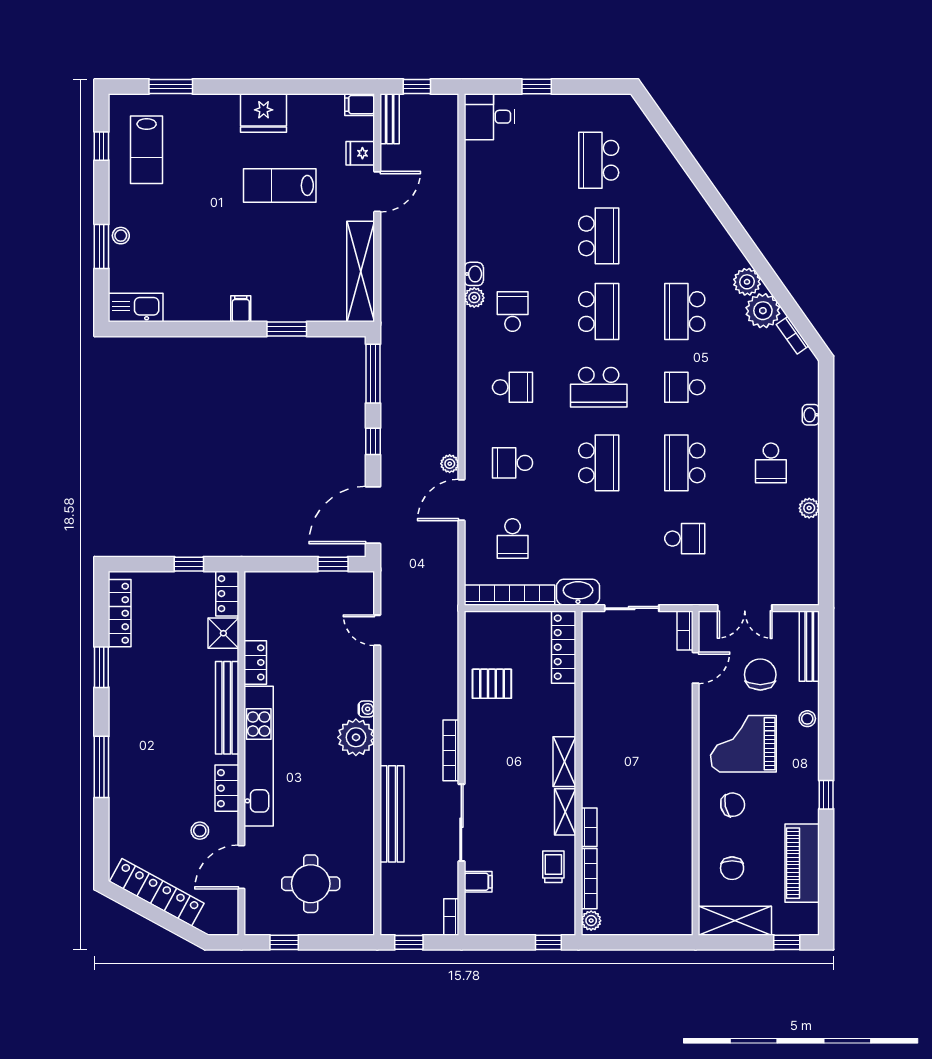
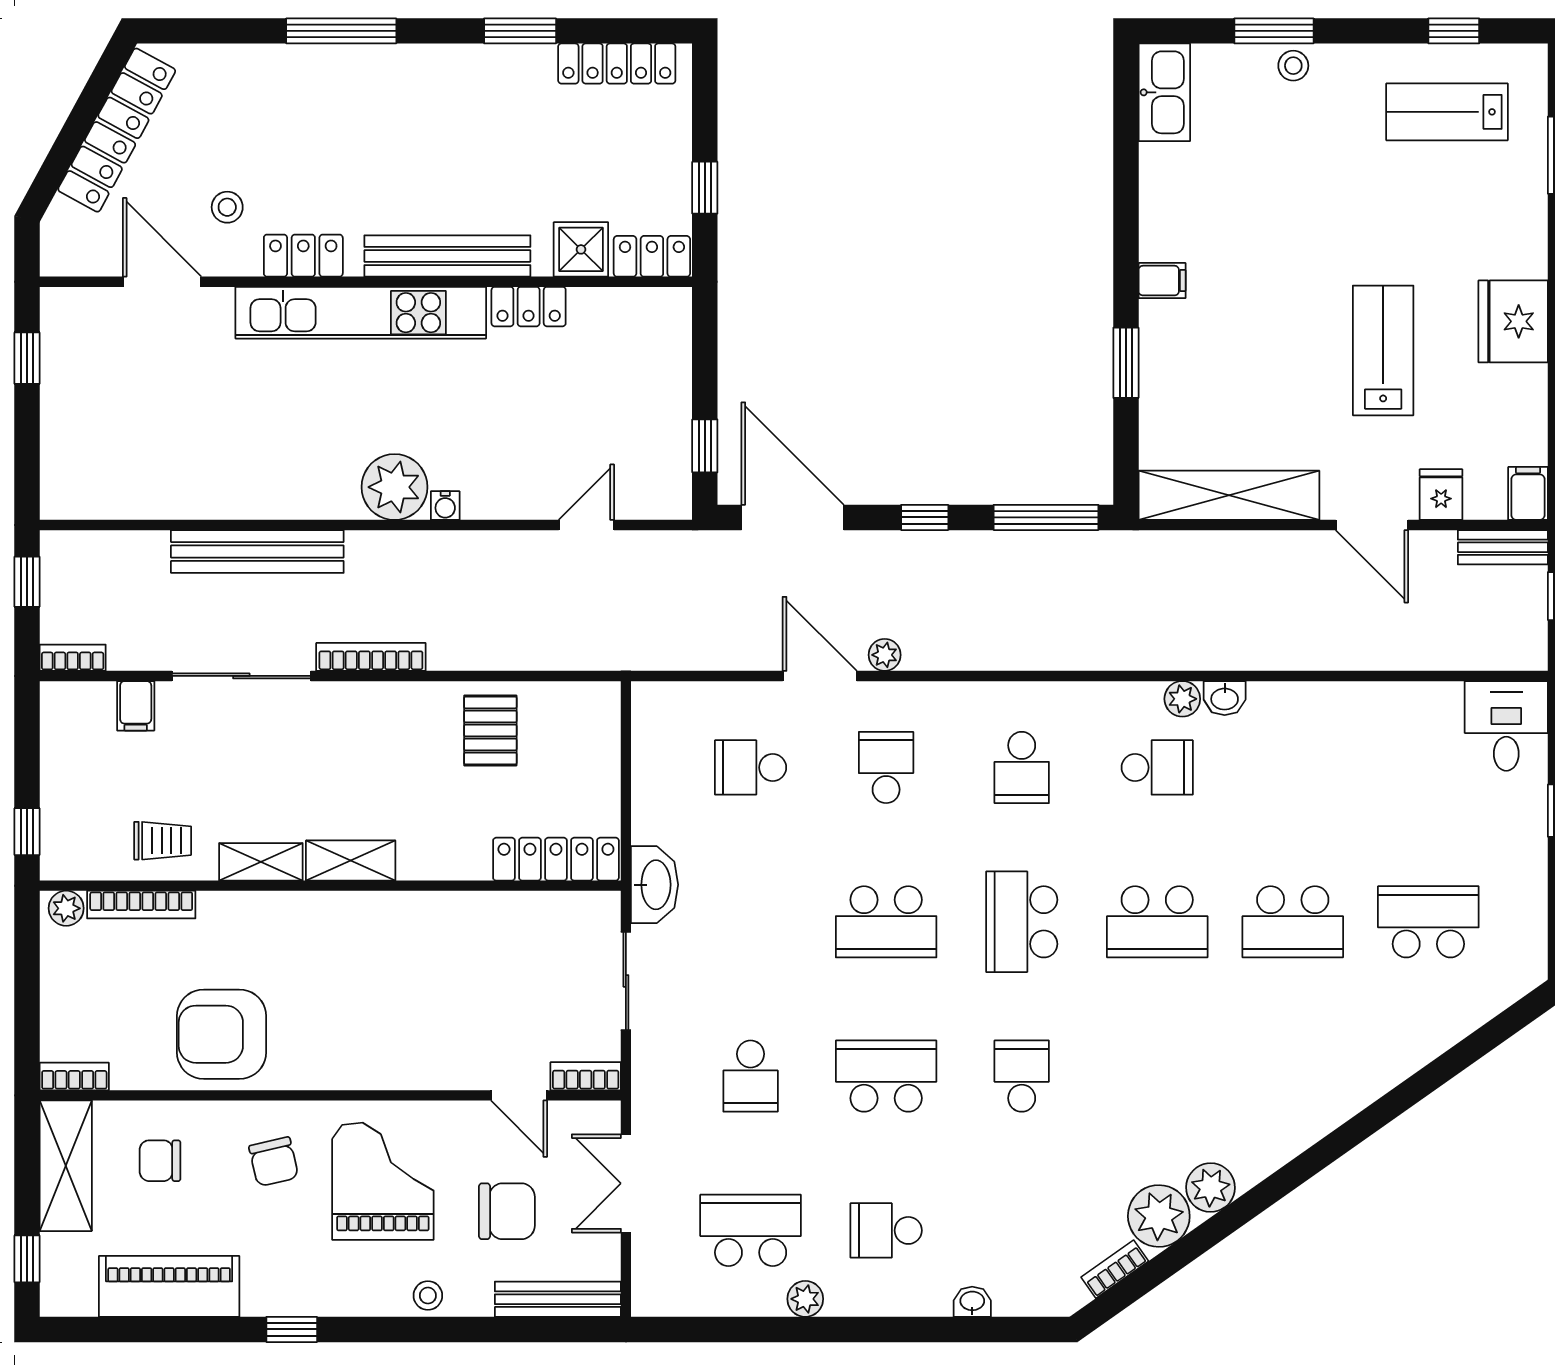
school desk: (685, 312) -> (751, 1230), moved
bookcase: (509, 595) -> (649, 762), removed
bookcase: (589, 827) -> (74, 1077), moved, turned 180
armchair: (661, 834) -> (222, 1034), added
round table: (311, 884) -> (132, 406), removed

